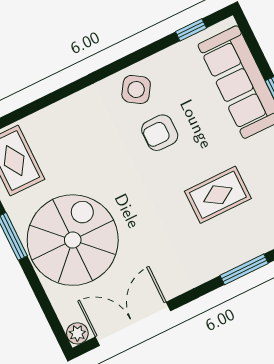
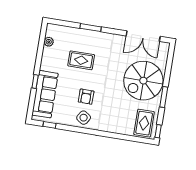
armchair: (160, 133) -> (86, 97), turned 91
plant: (77, 333) -> (165, 47), removed

